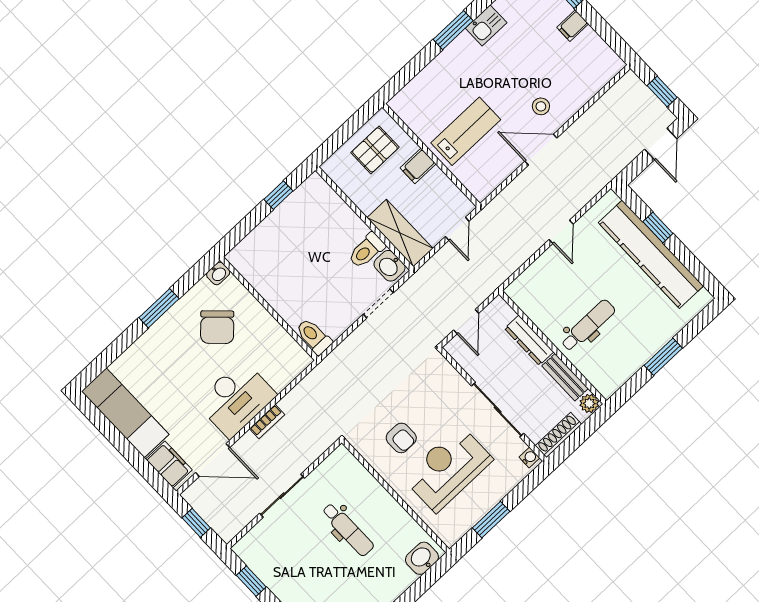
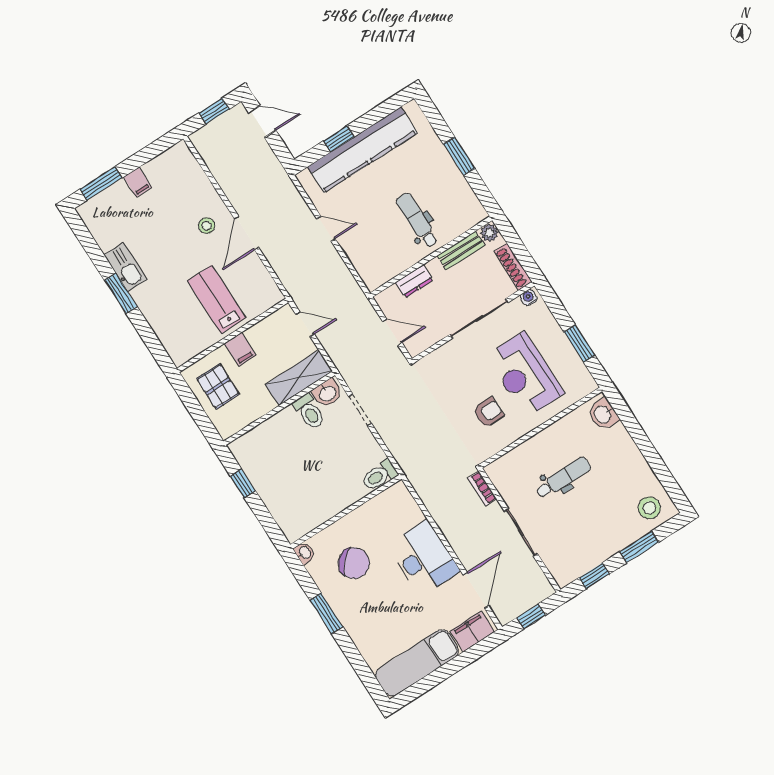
kitchen sink: (486, 25) -> (126, 267), width x1.38
dresser: (529, 340) -> (414, 281), width x0.70
bookcase: (267, 422) -> (482, 488), moved, turned 180

